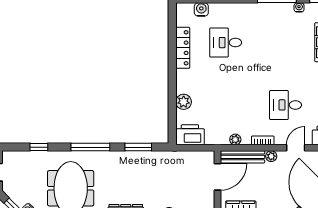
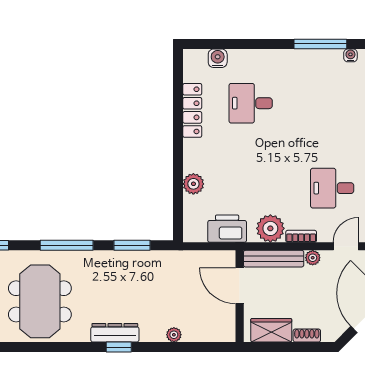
printer: (190, 135) -> (227, 229), moved
plant: (235, 139) -> (270, 228), width x1.88, depth x1.88
door: (217, 177) -> (240, 286), swing flipped

